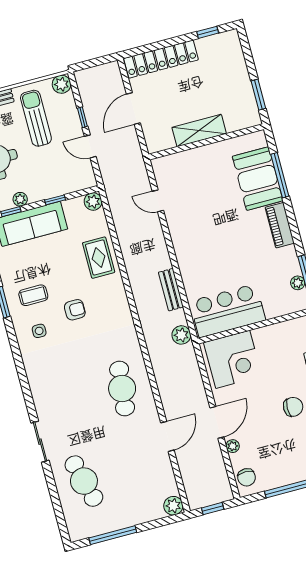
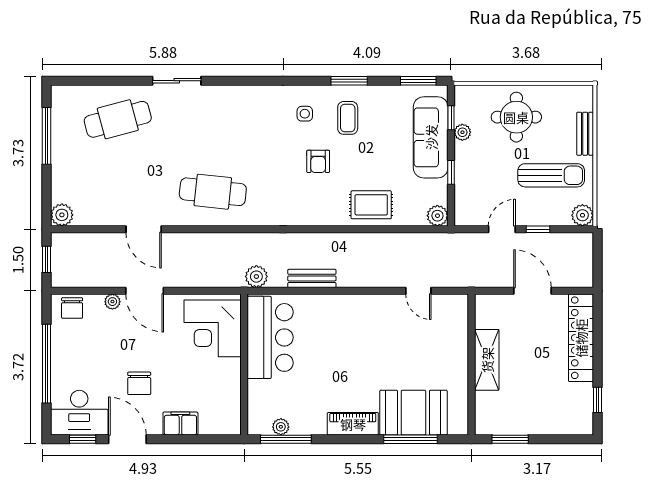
door: (158, 201) -> (418, 291), swing flipped
chair: (247, 477) -> (72, 308), turned -90

